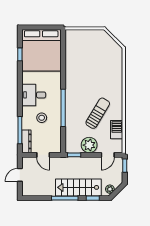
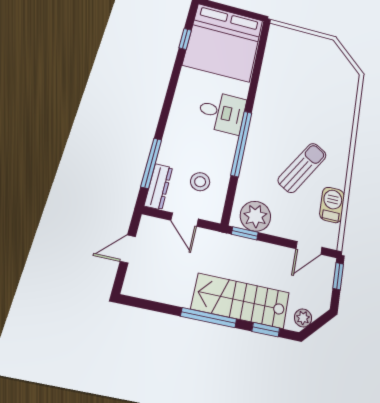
desk: (34, 95) -> (222, 112), moved, turned 180
stool: (42, 118) -> (200, 182), moved
plant: (89, 145) -> (255, 216), moved

